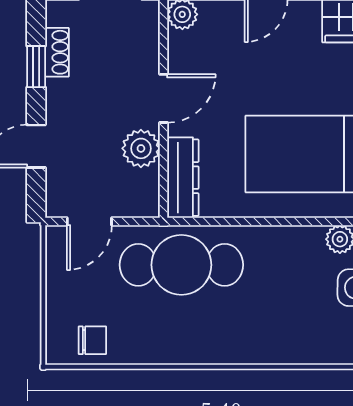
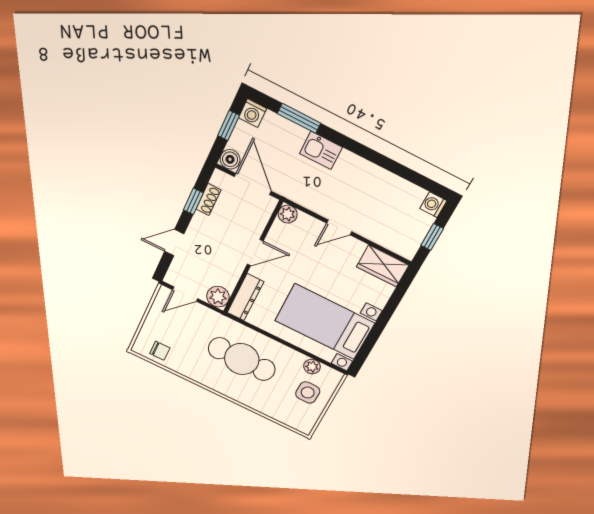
plant: (141, 148) -> (218, 297), moved
cafe table: (181, 265) -> (242, 359), moved

